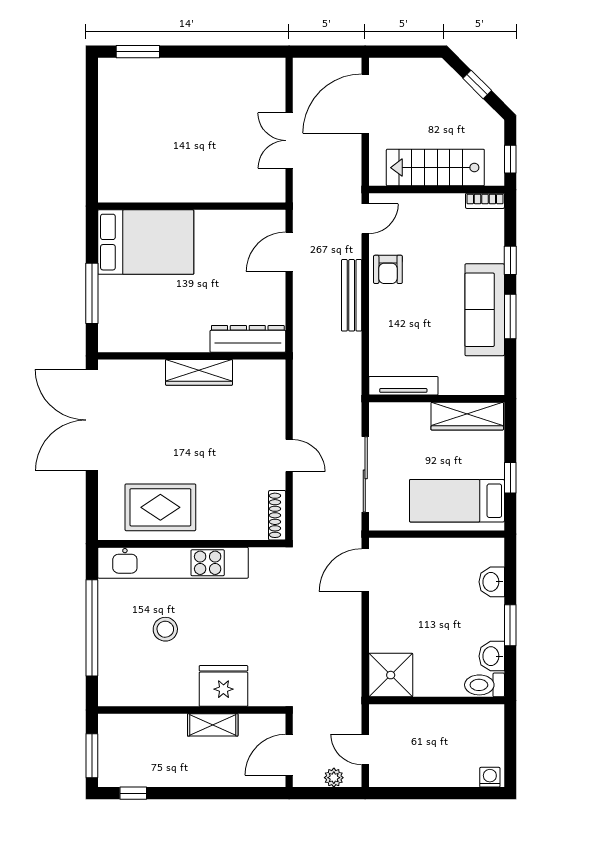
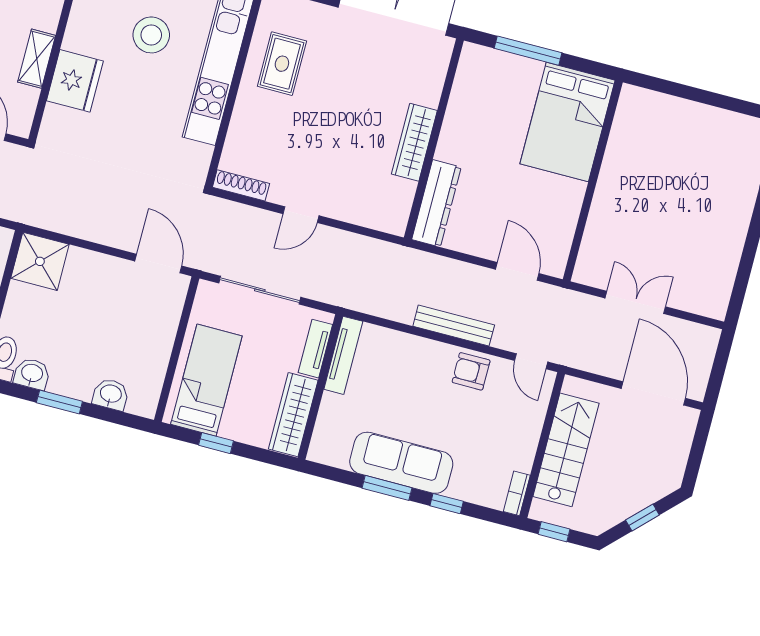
tv unit: (404, 412) -> (315, 349), added
rug: (160, 507) -> (282, 64), width x0.73, depth x0.70
stool: (165, 629) -> (151, 35), width x1.38, depth x1.38

